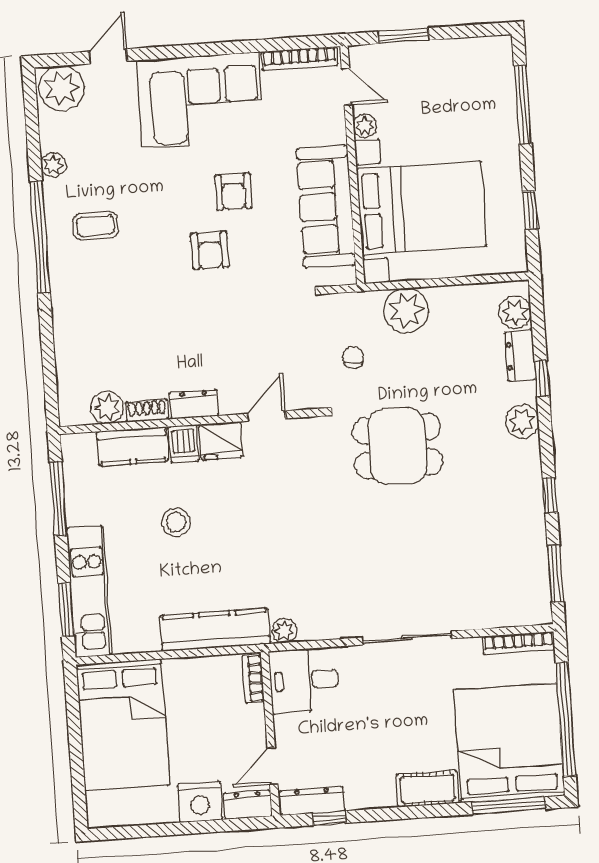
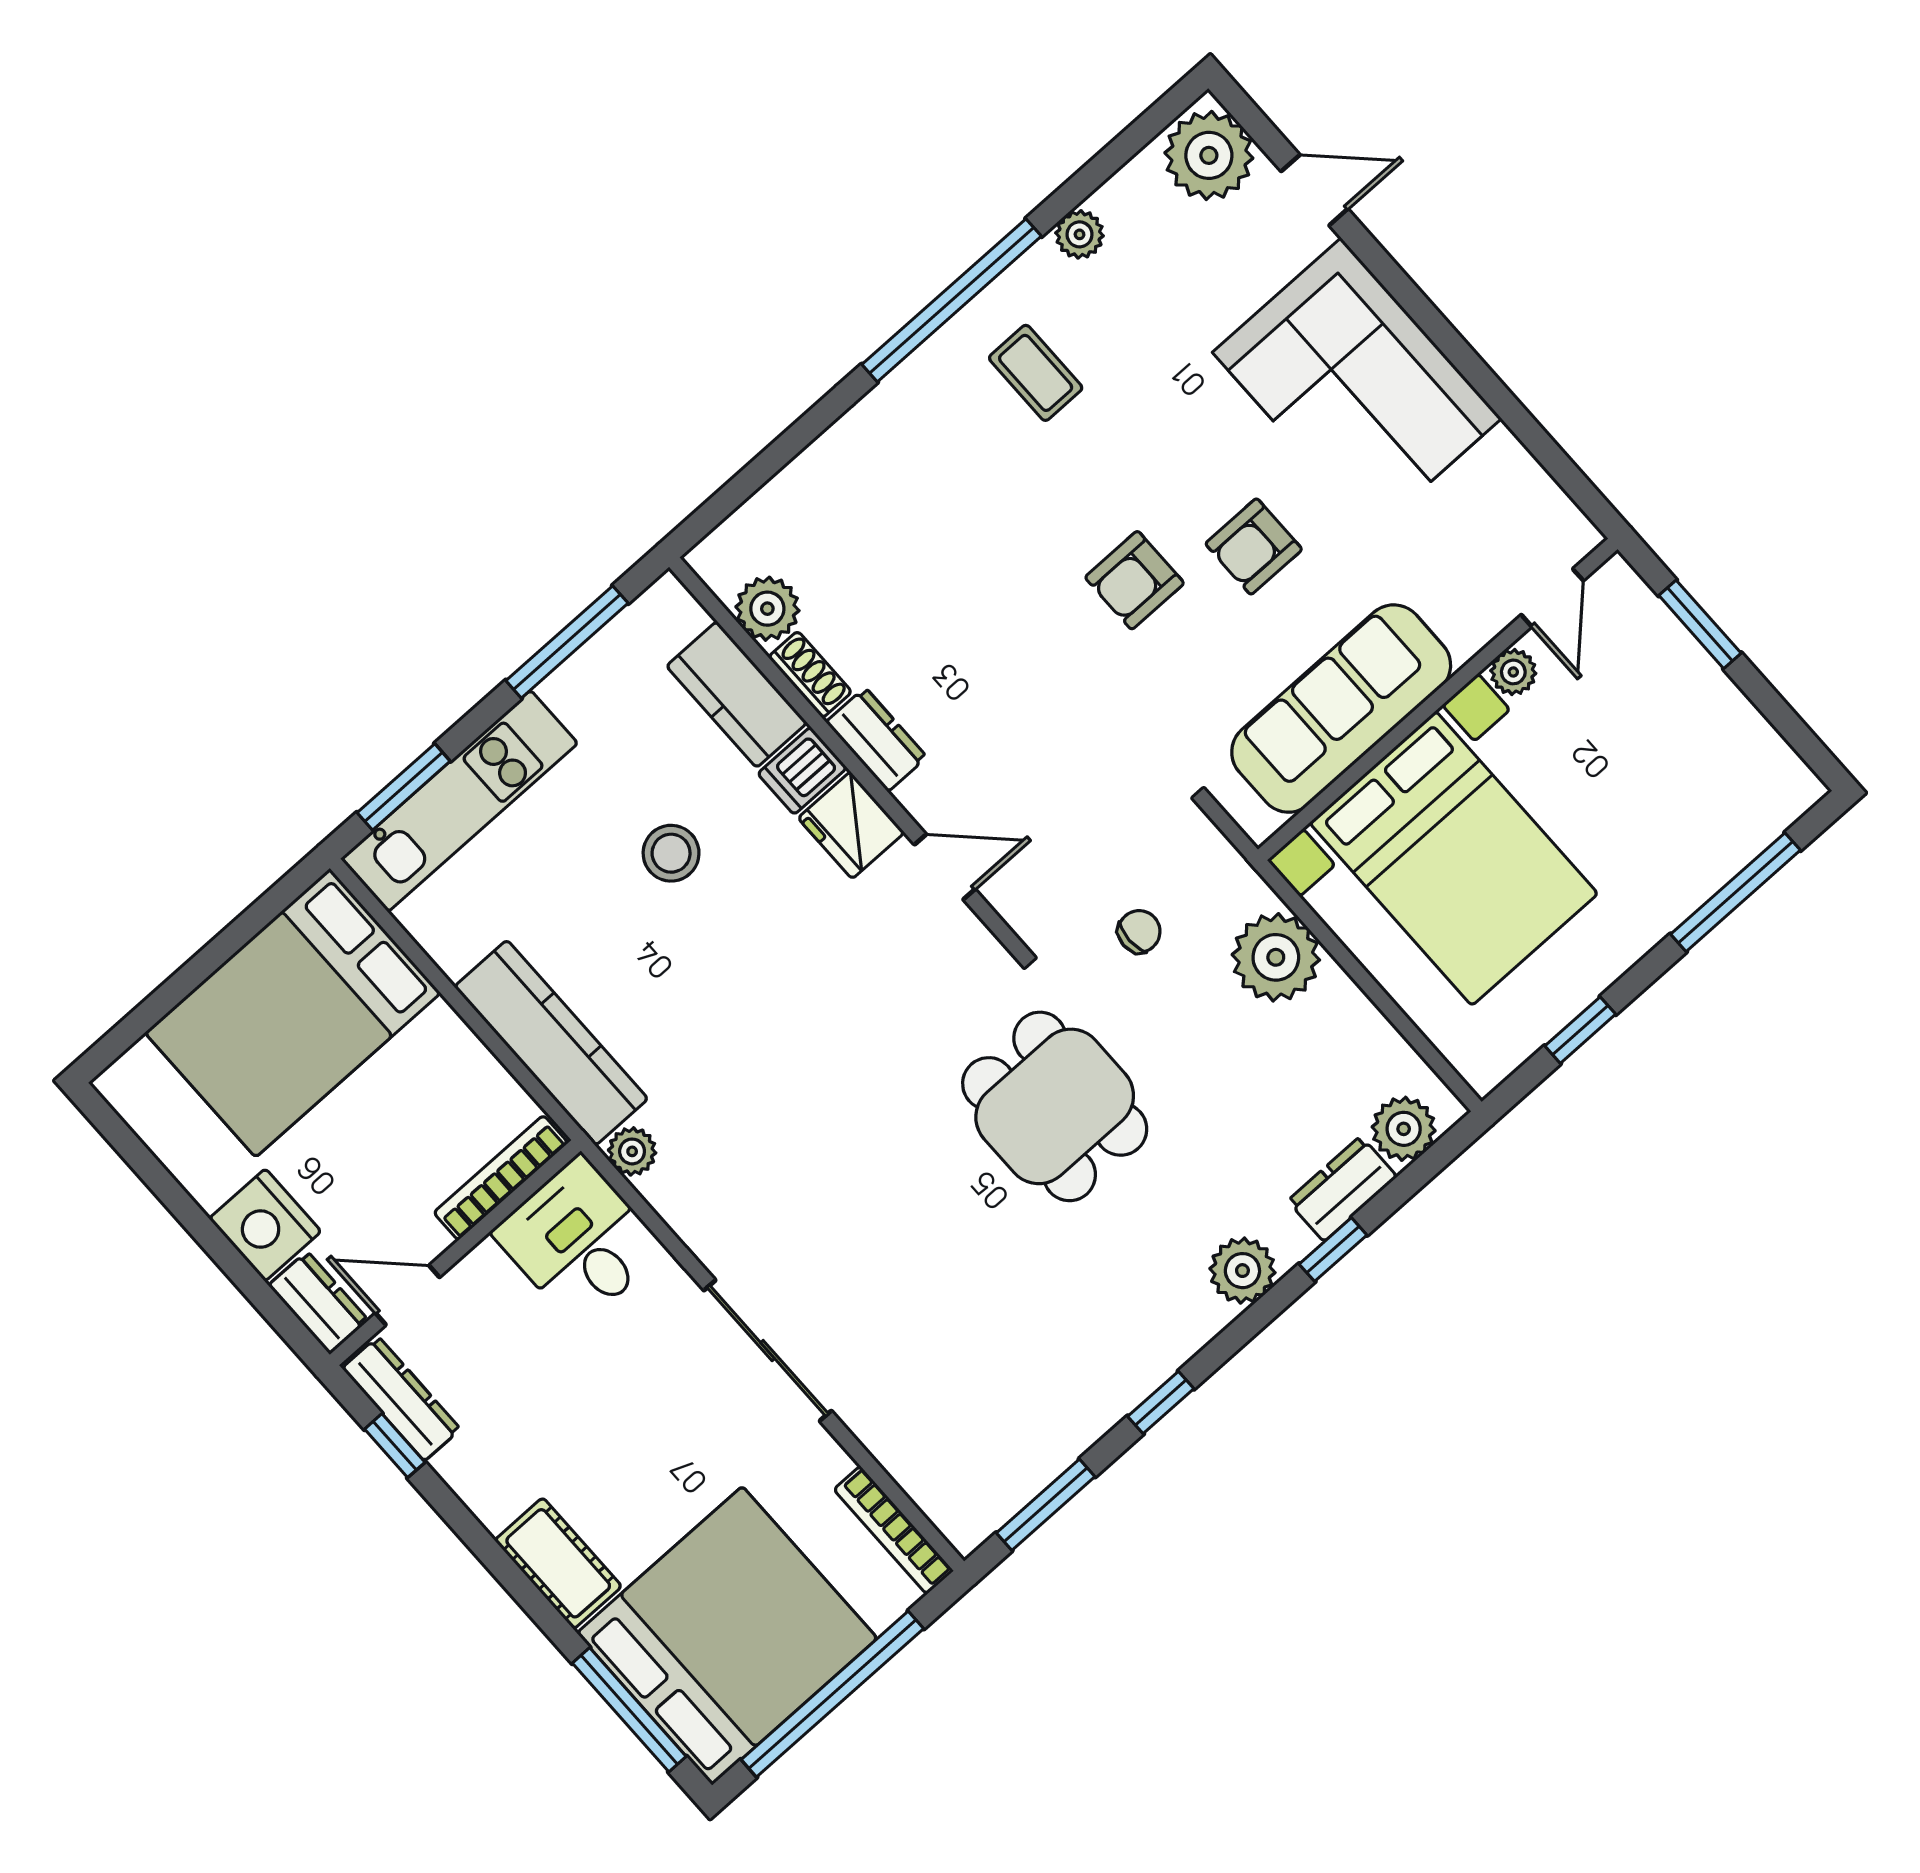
bookcase: (299, 59) -> (1540, 490), removed
bookcase: (253, 678) -> (501, 1178), width x1.56

